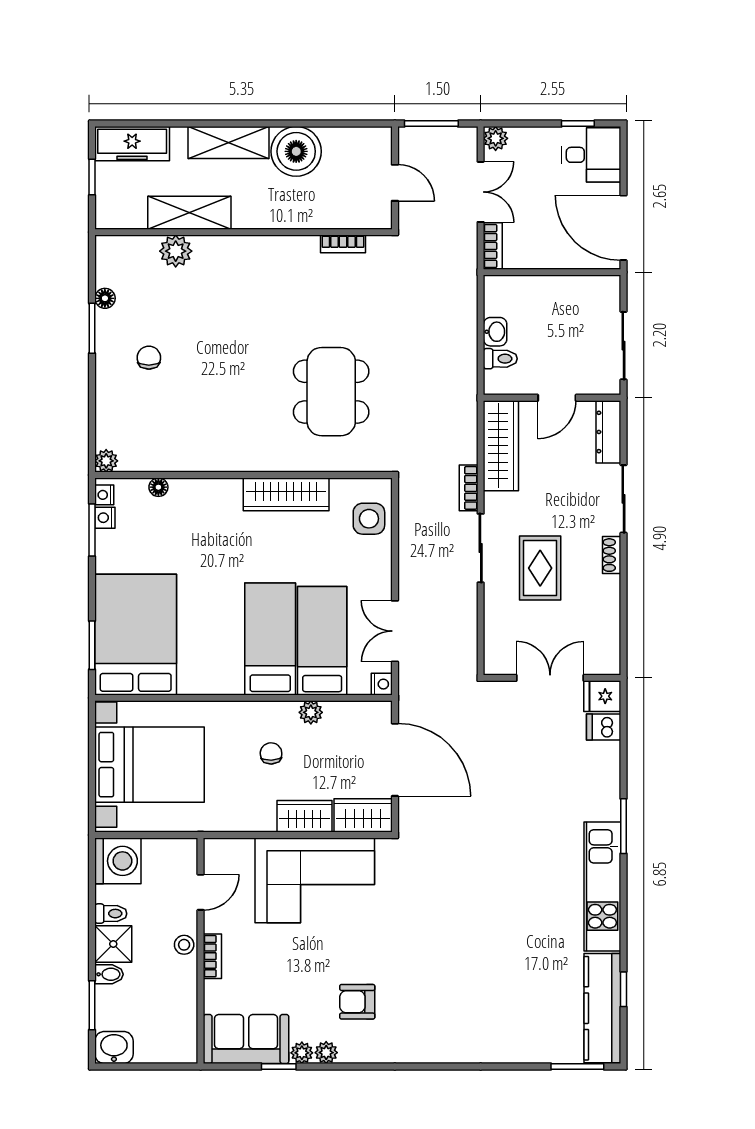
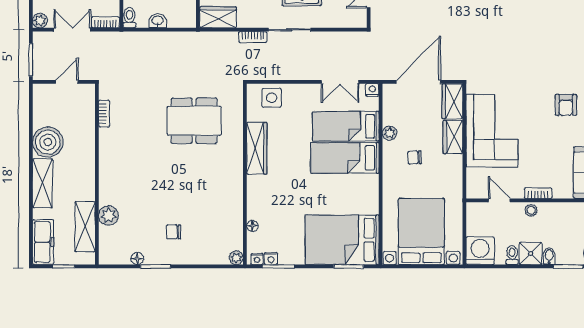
shelving: (189, 213) -> (85, 227), moved
toilet: (500, 359) -> (129, 18), moved
wardrobe: (501, 446) -> (218, 17), width x0.67

